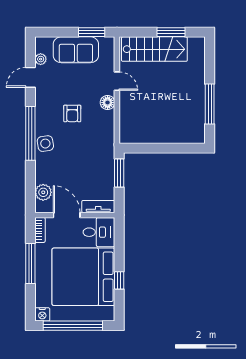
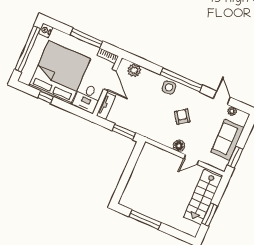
armchair: (72, 113) -> (182, 117), turned 55
door: (67, 215) -> (110, 80), hinge flipped

